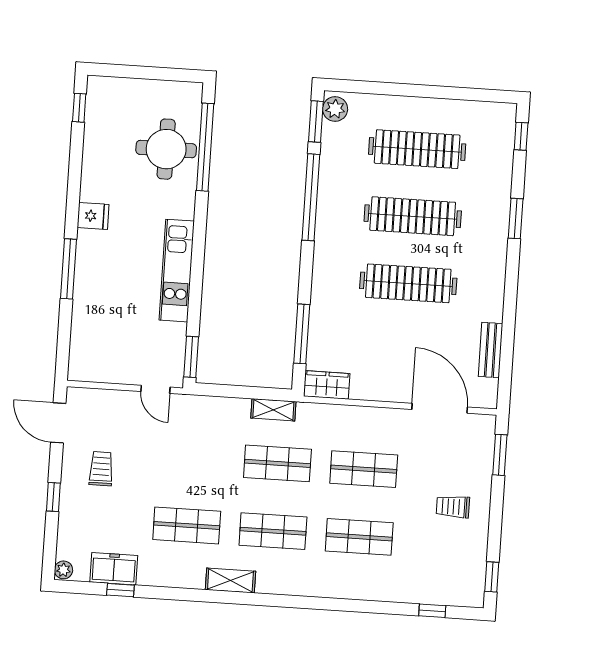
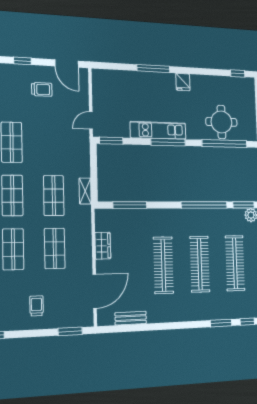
window: (516, 219) -> (221, 323), moved
window: (198, 254) -> (168, 142), added
wardrobe: (327, 385) -> (103, 246), moved
door: (58, 423) -> (67, 64), swing flipped

